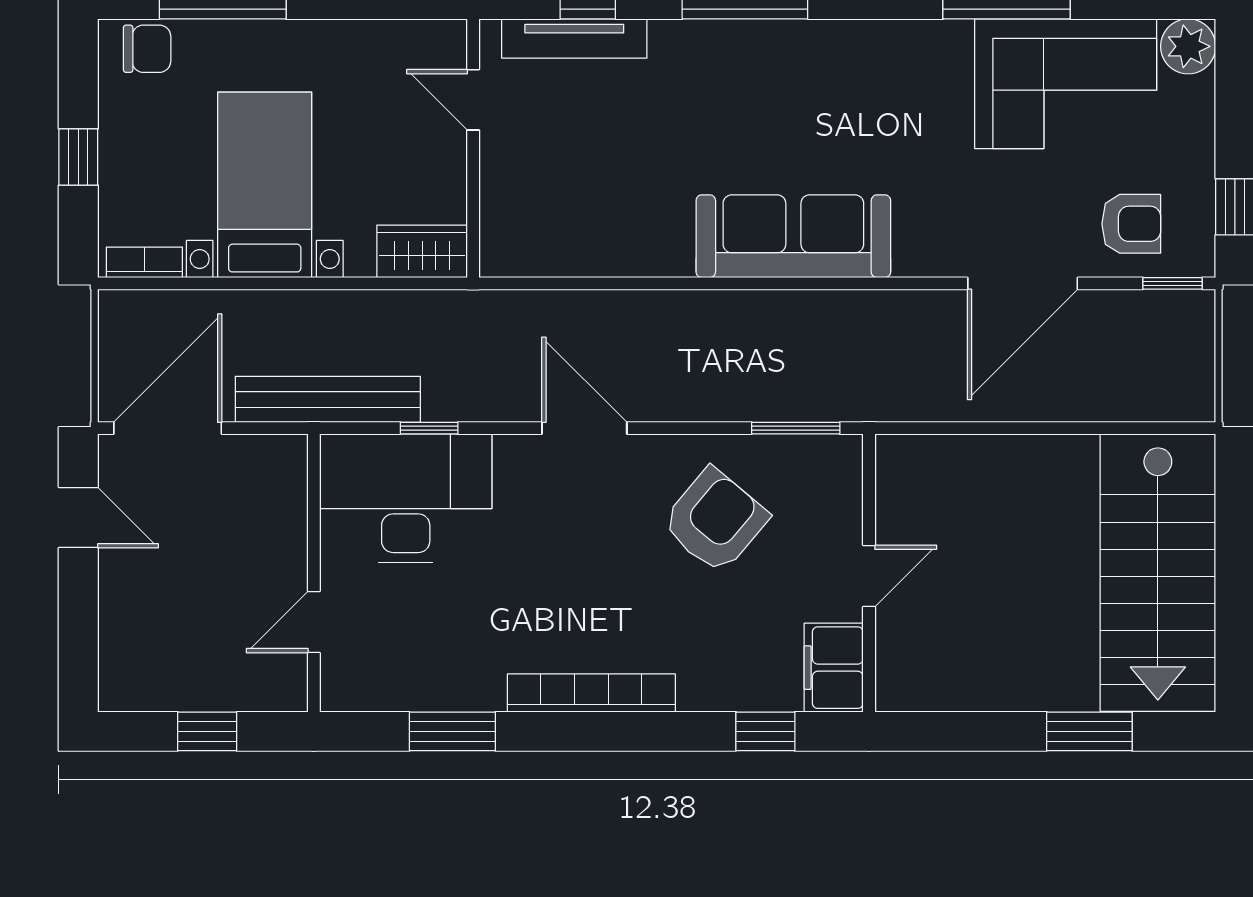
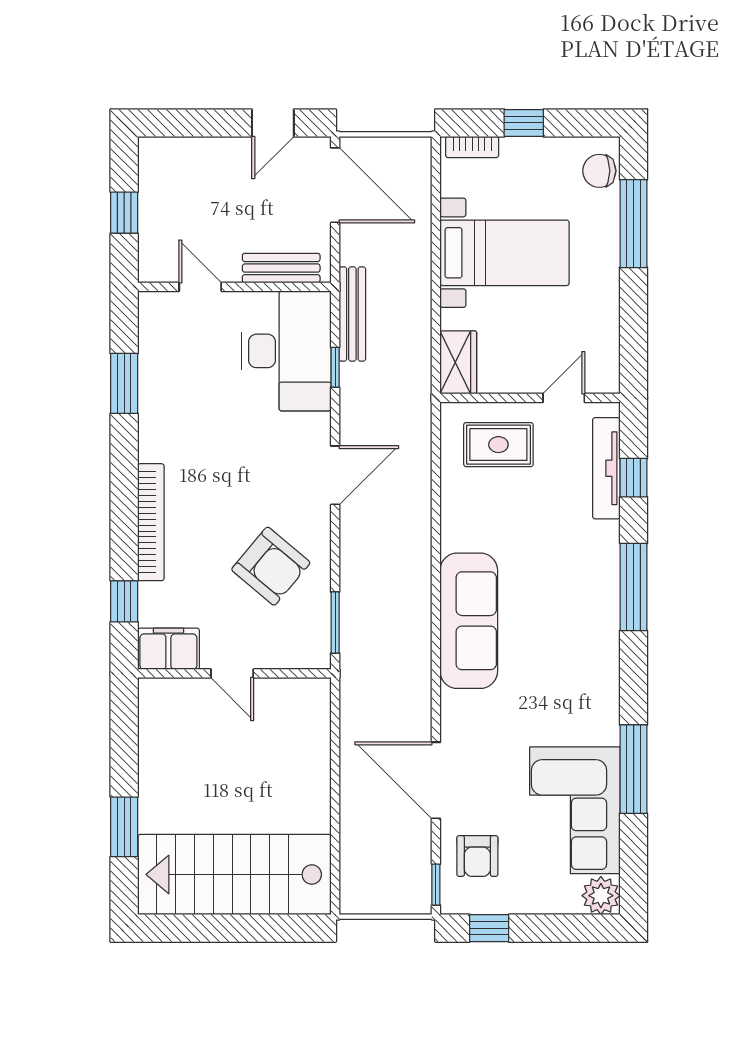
chair: (147, 49) -> (599, 171), turned 90
rug: (540, 194) -> (498, 445), added
bookcase: (144, 262) -> (472, 147), moved, turned 90
bench: (328, 399) -> (352, 314), width x0.73, depth x0.82
bench: (287, 506) -> (281, 268), added
bookcase: (591, 693) -> (151, 522), moved

